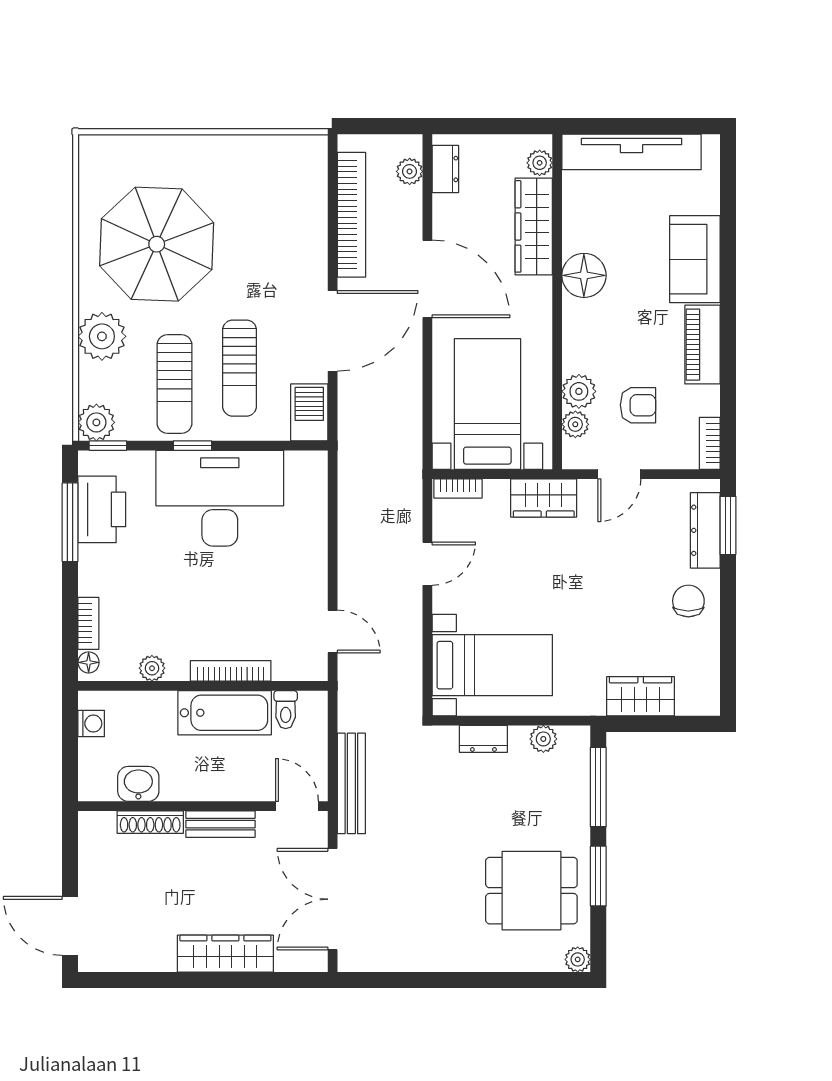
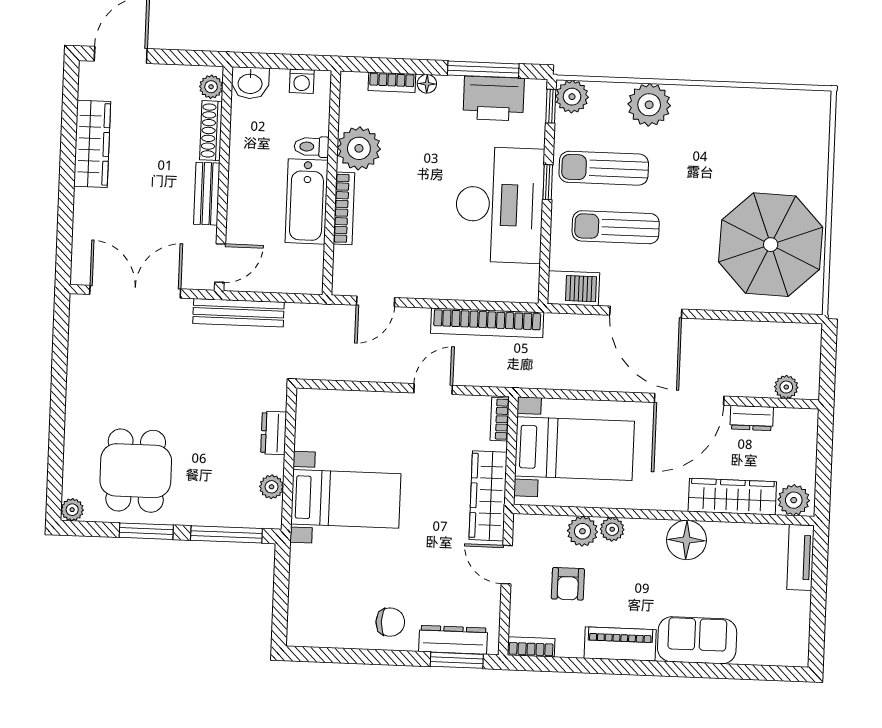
tv unit: (632, 152) -> (801, 557), width x0.52, depth x0.78
plant: (540, 163) -> (794, 500), width x1.38, depth x1.38
dresser: (445, 169) -> (752, 418), moved
bookcase: (351, 215) -> (487, 323), moved
parasol: (157, 244) -> (771, 245), moved
plant: (575, 424) -> (612, 529), moved
wardrobe: (544, 498) -> (488, 496), width x1.50
door: (427, 564) -> (433, 389), swing flipped
floor lamp: (89, 662) -> (427, 84), moved
bed with nightstands: (492, 665) -> (346, 499), moved, turned -90
plant: (152, 668) -> (359, 148), width x1.87, depth x1.87
wardrobe: (641, 696) -> (306, 576), removed
toilet: (286, 710) -> (312, 147), moved
washbasin: (138, 784) -> (250, 83), moved, turned 90
plant: (101, 824) -> (211, 87), added
wardrobe: (225, 954) -> (92, 144), moved

